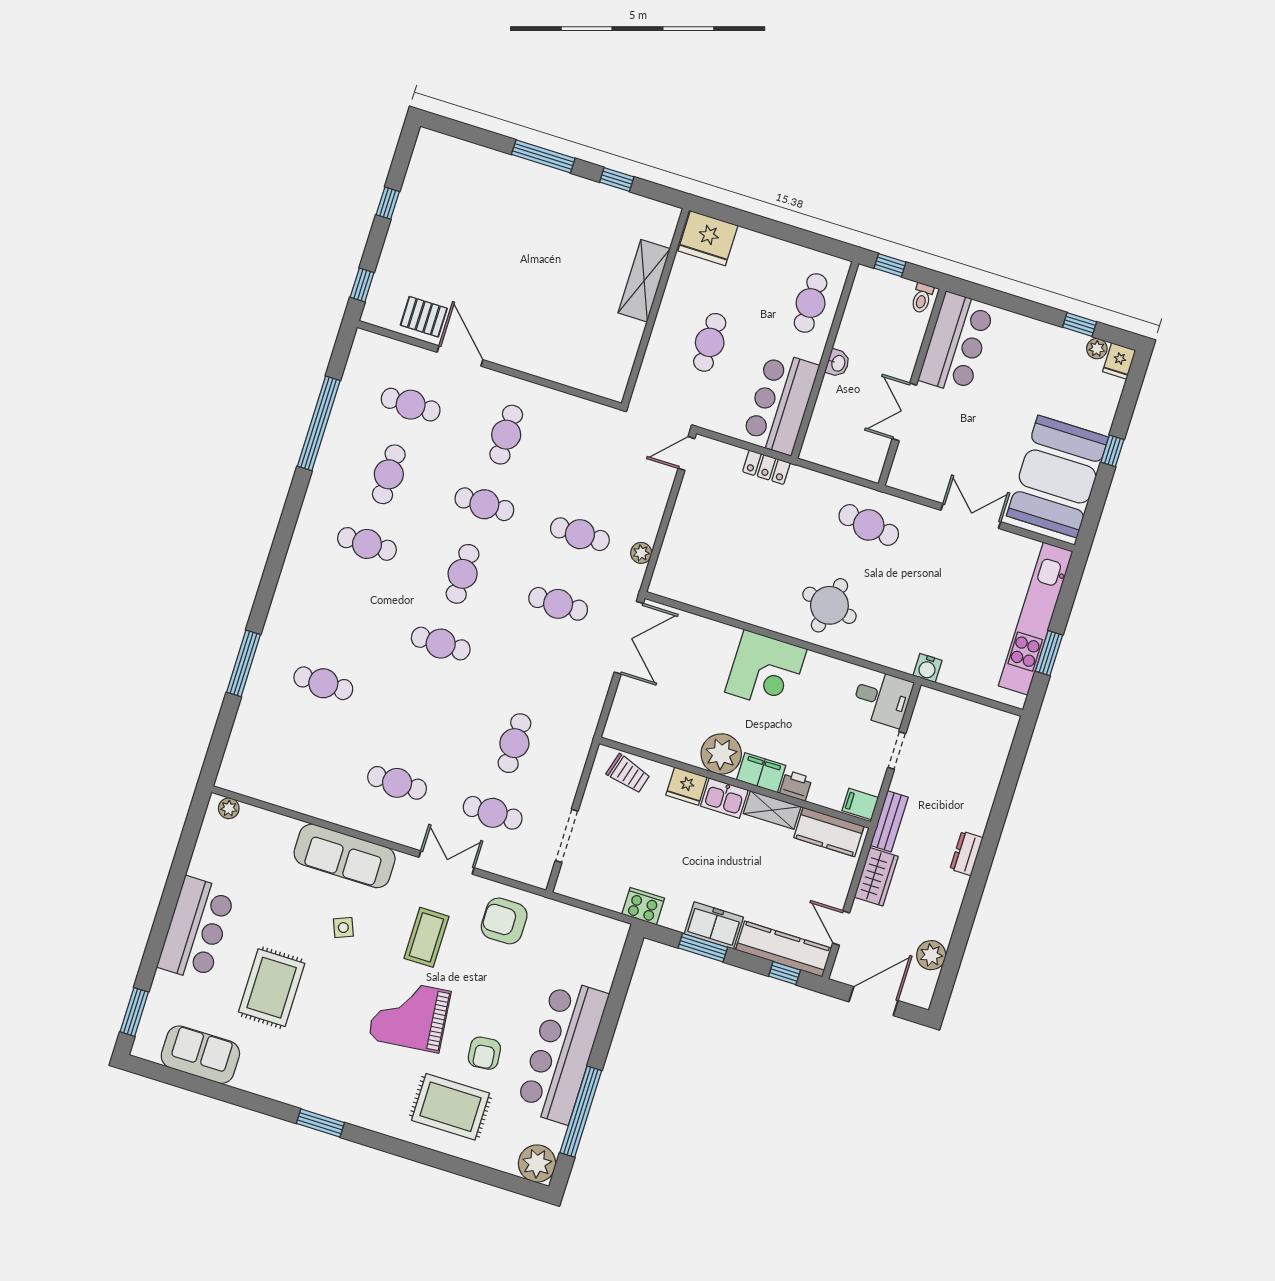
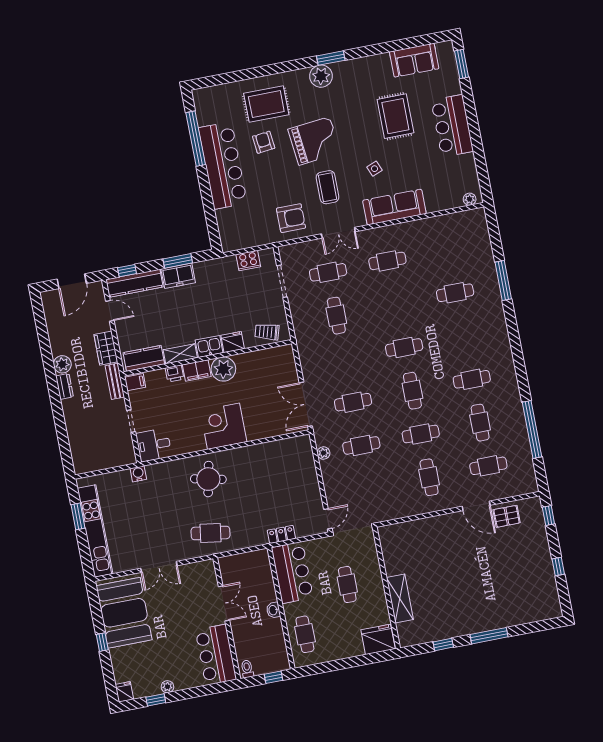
plant: (1097, 349) -> (167, 687), moved
cooker: (643, 906) -> (248, 261), moved
plant: (931, 955) -> (62, 364), moved
plant: (537, 1163) -> (321, 76), moved

